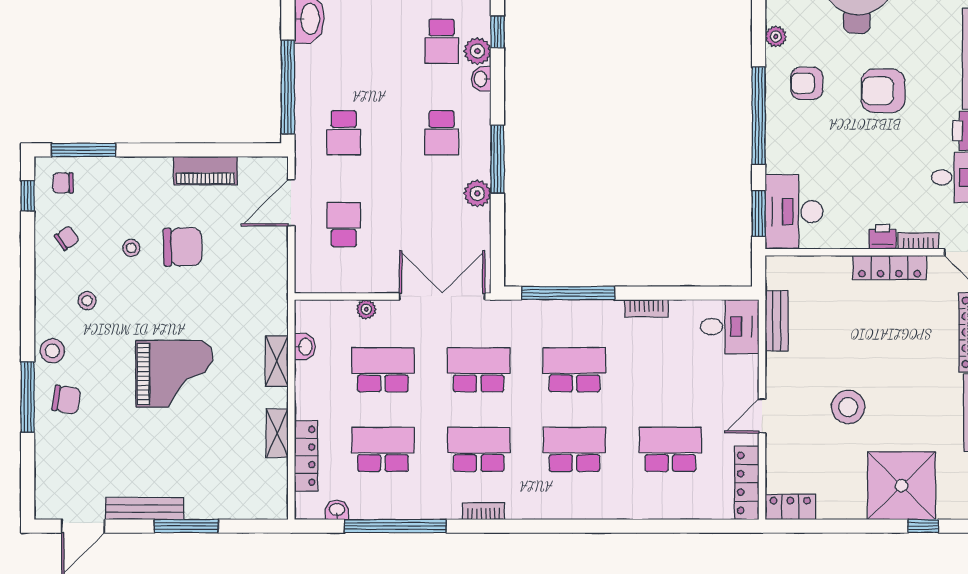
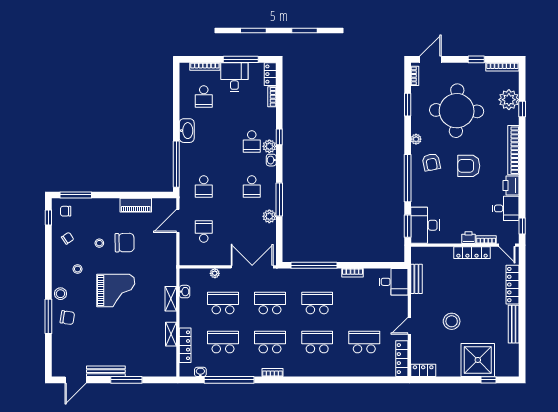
armchair: (807, 83) -> (431, 162), turned -101
grand piano: (174, 374) -> (116, 290), moved

